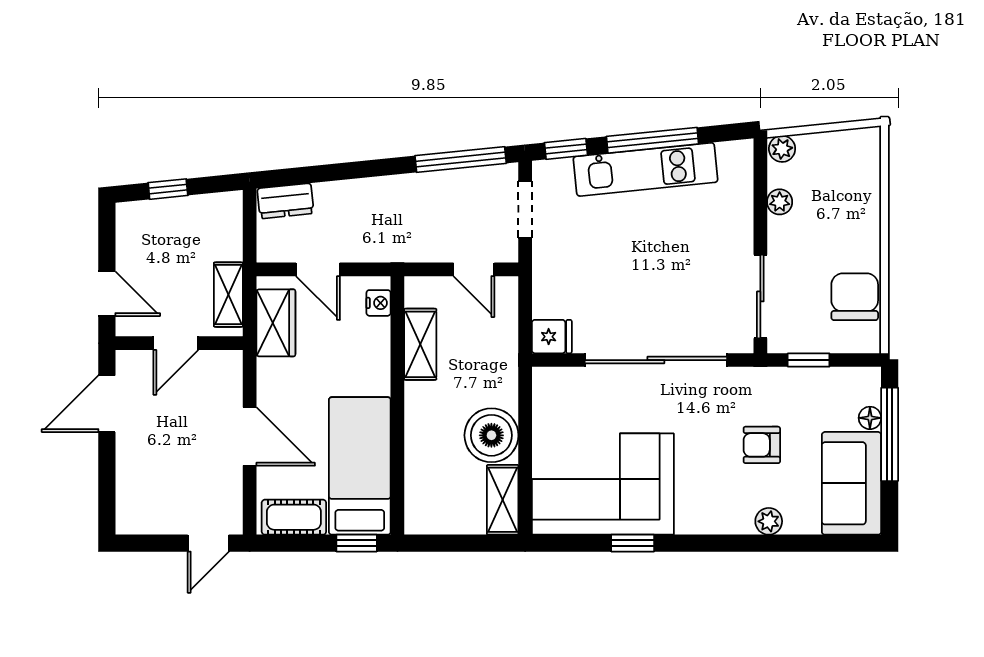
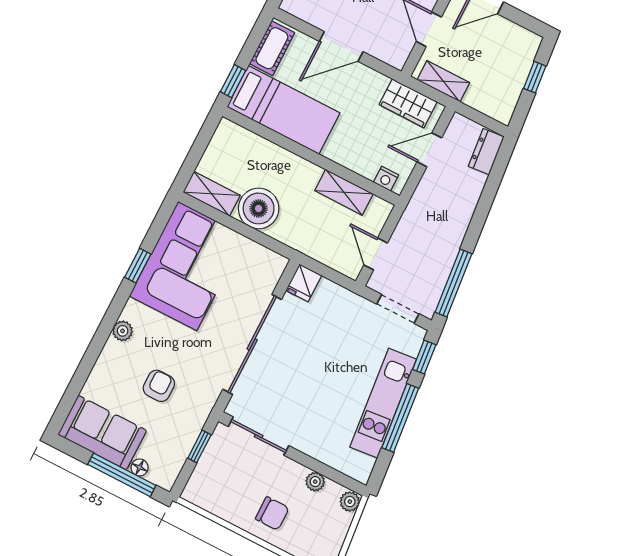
door: (474, 269) -> (376, 254), hinge flipped
chair: (855, 297) -> (272, 513), moved, width x0.73, depth x0.73
plant: (769, 521) -> (123, 331), moved

